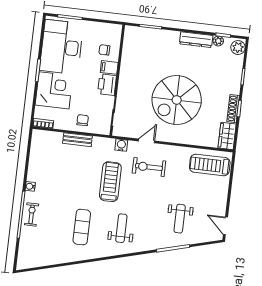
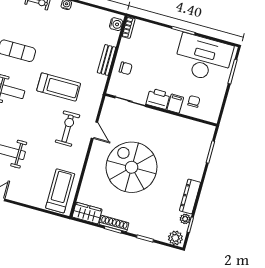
corner desk: (54, 90) -> (161, 44), removed
water cooler: (121, 145) -> (116, 24), moved

